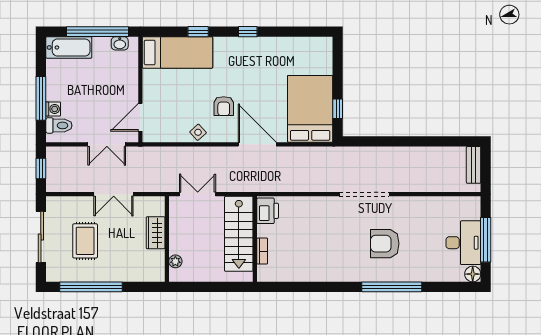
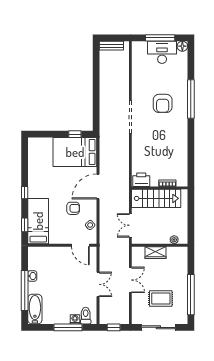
bed: (177, 52) -> (38, 221), moved
wall: (140, 90) -> (62, 245), moved
door: (140, 117) -> (80, 245), moved

